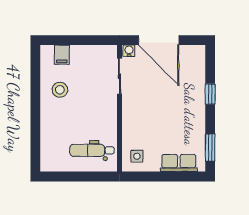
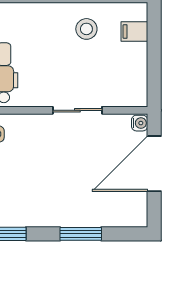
sliding door: (120, 76) -> (77, 110), moved
window: (210, 94) -> (81, 234), width x1.50

